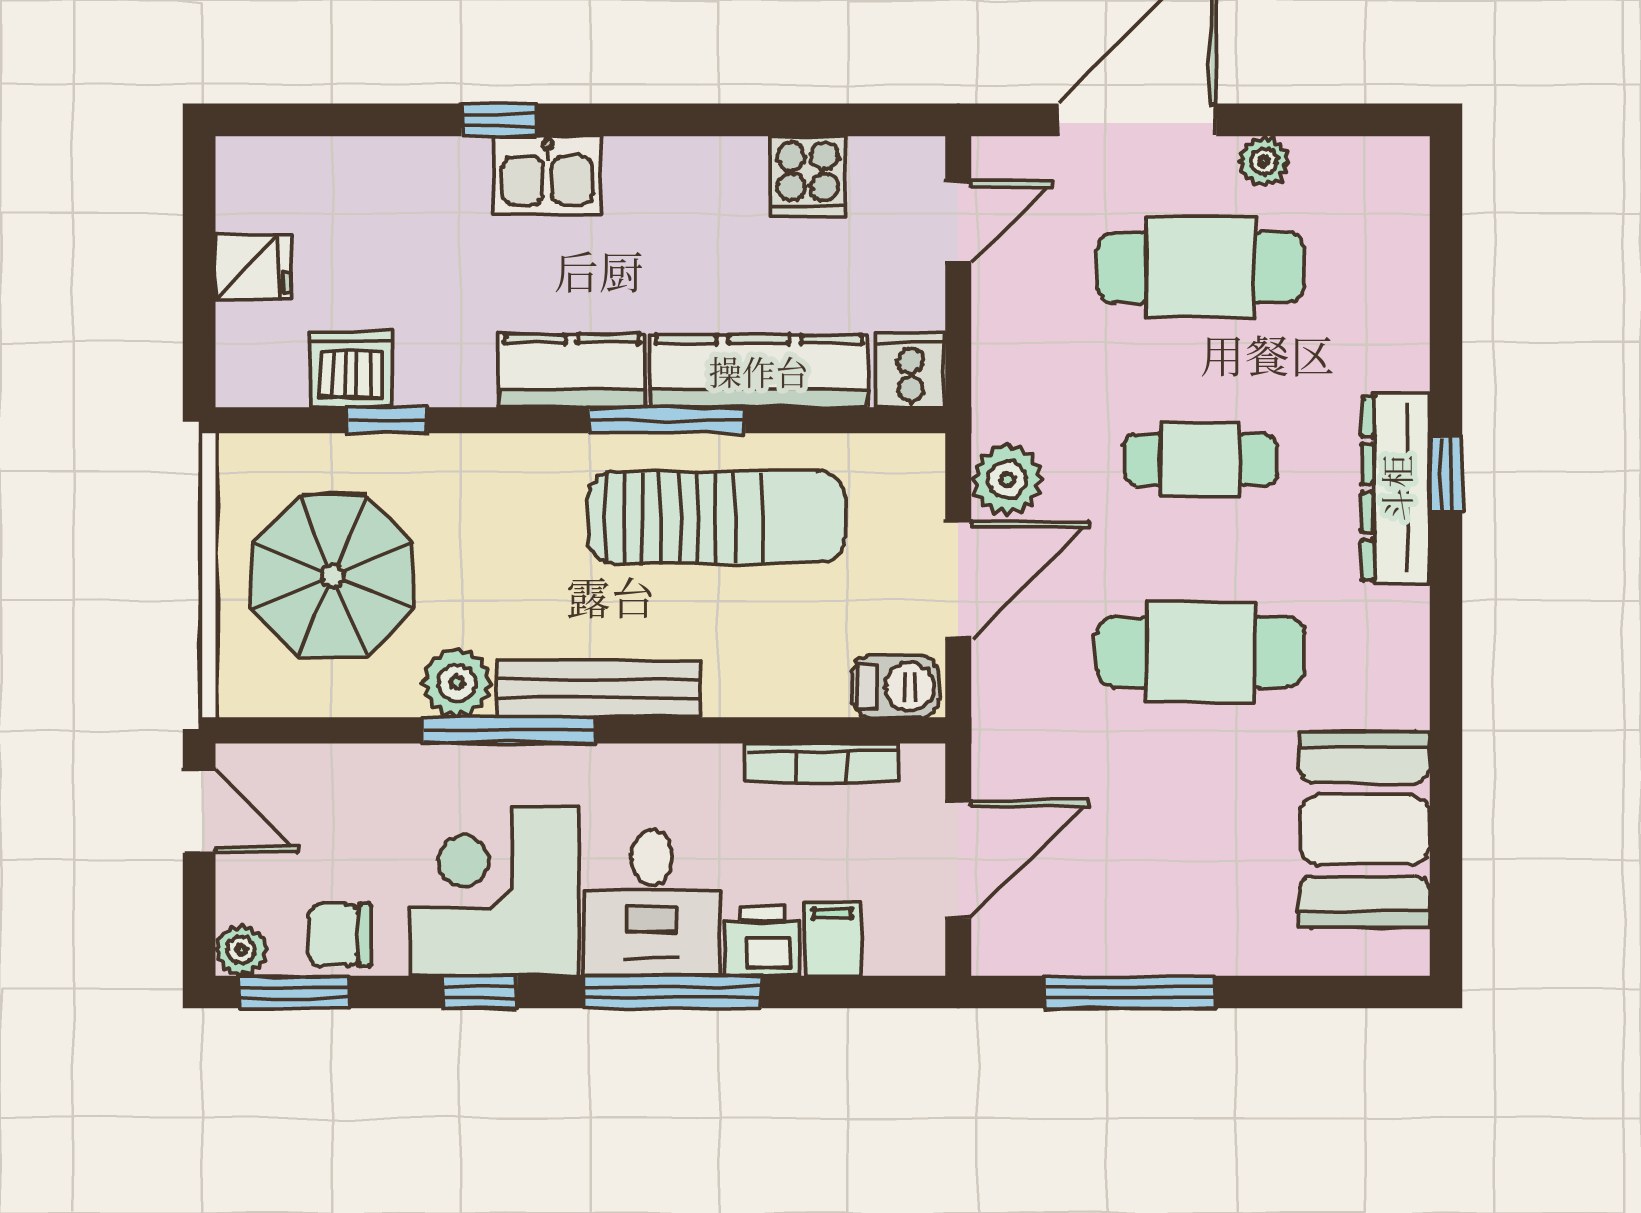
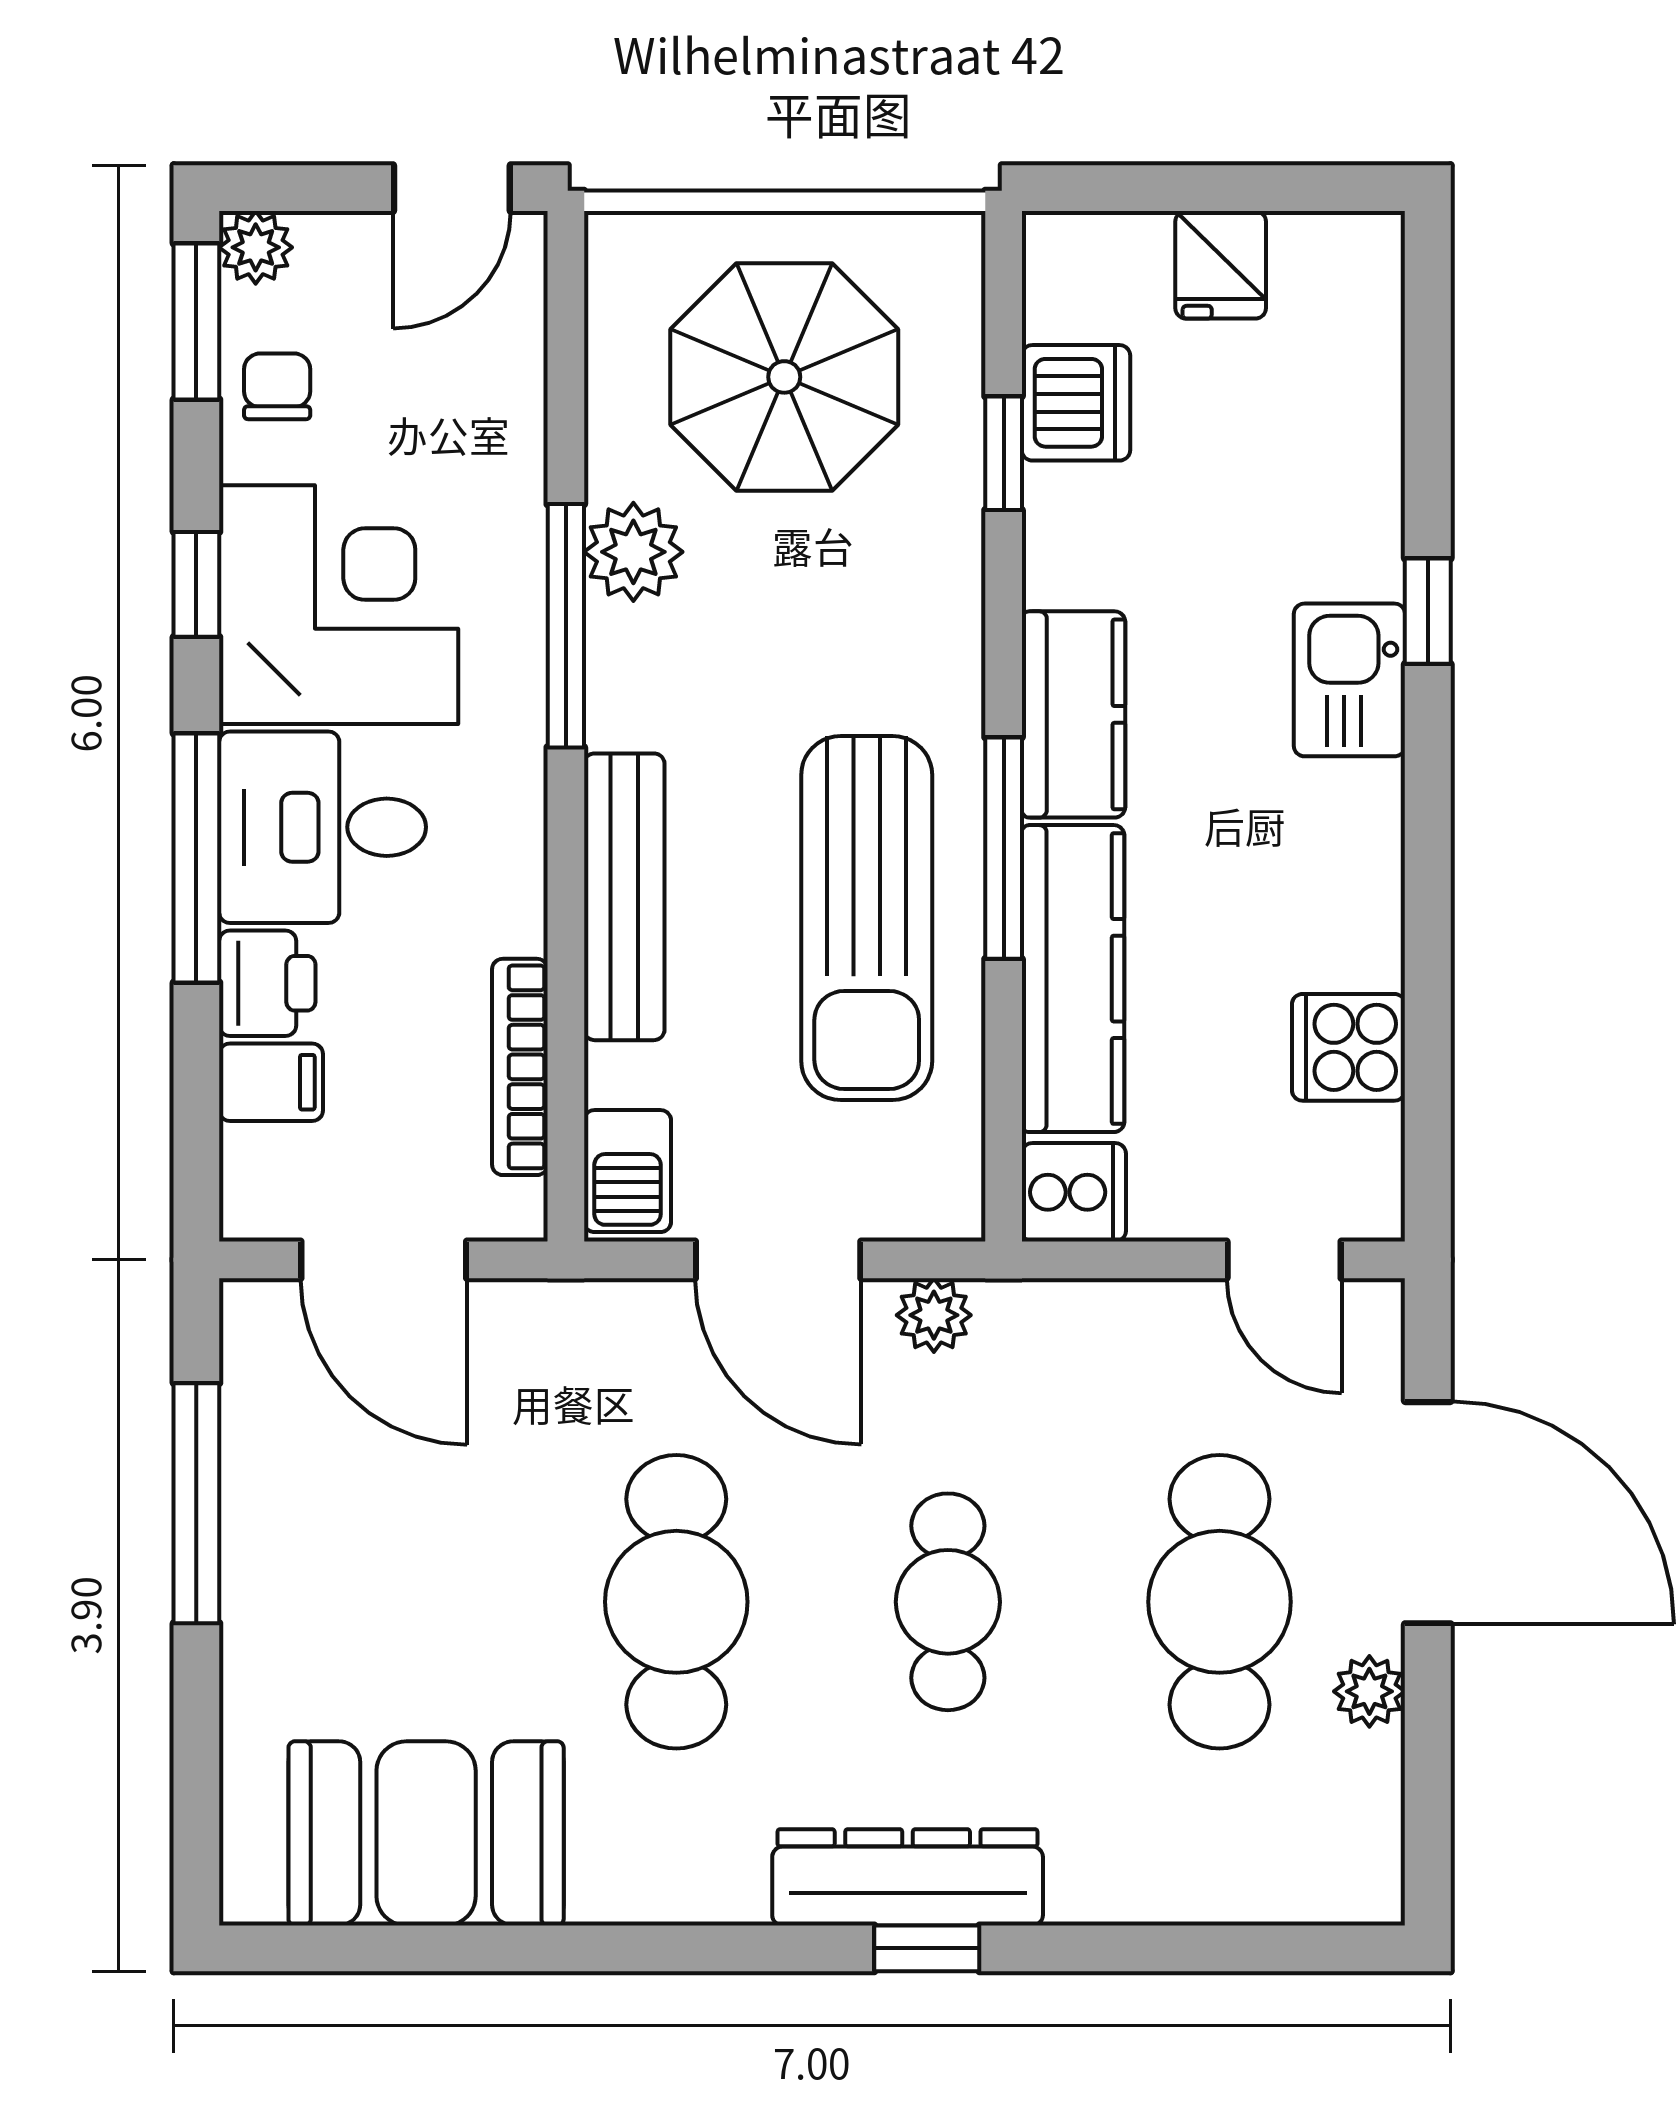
plant: (1007, 480) -> (934, 1315), width x0.73, depth x0.73
bench: (599, 689) -> (624, 897), moved
chair: (339, 935) -> (277, 386), width x0.73, depth x0.73

